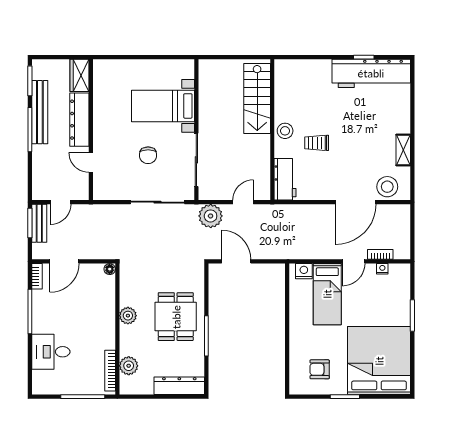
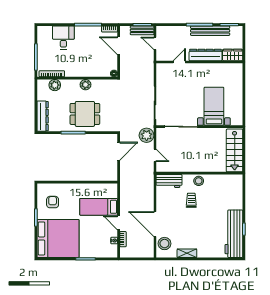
stairs: (257, 98) -> (235, 150), moved, turned -90
chair: (148, 155) -> (184, 97), removed
nightstand: (304, 271) -> (113, 192), removed

